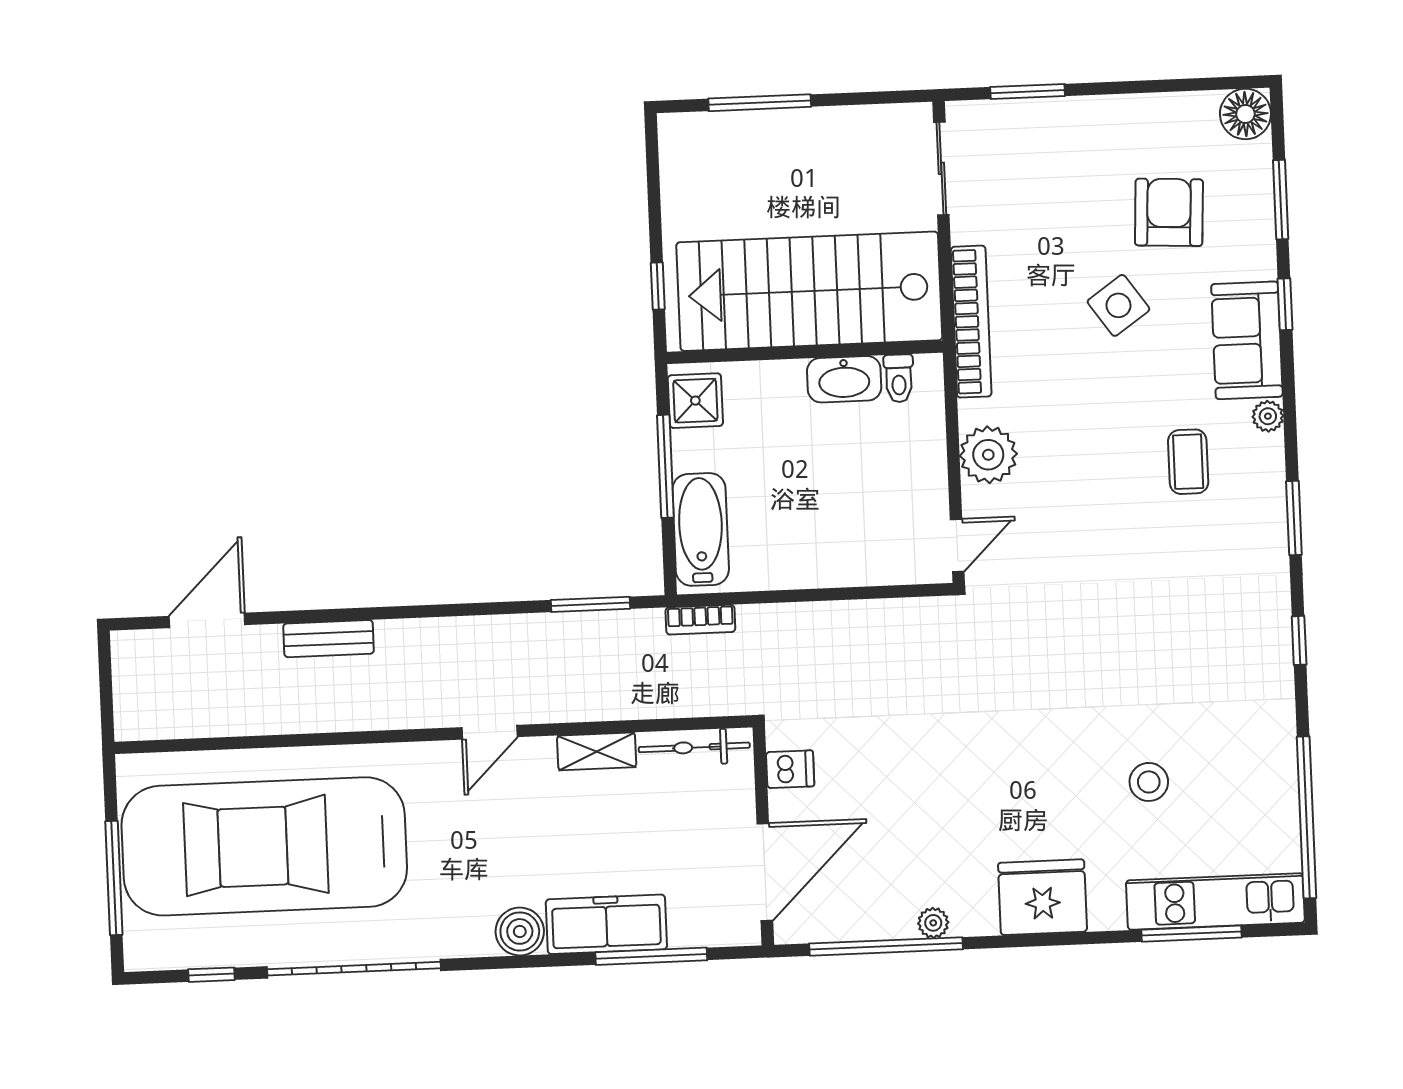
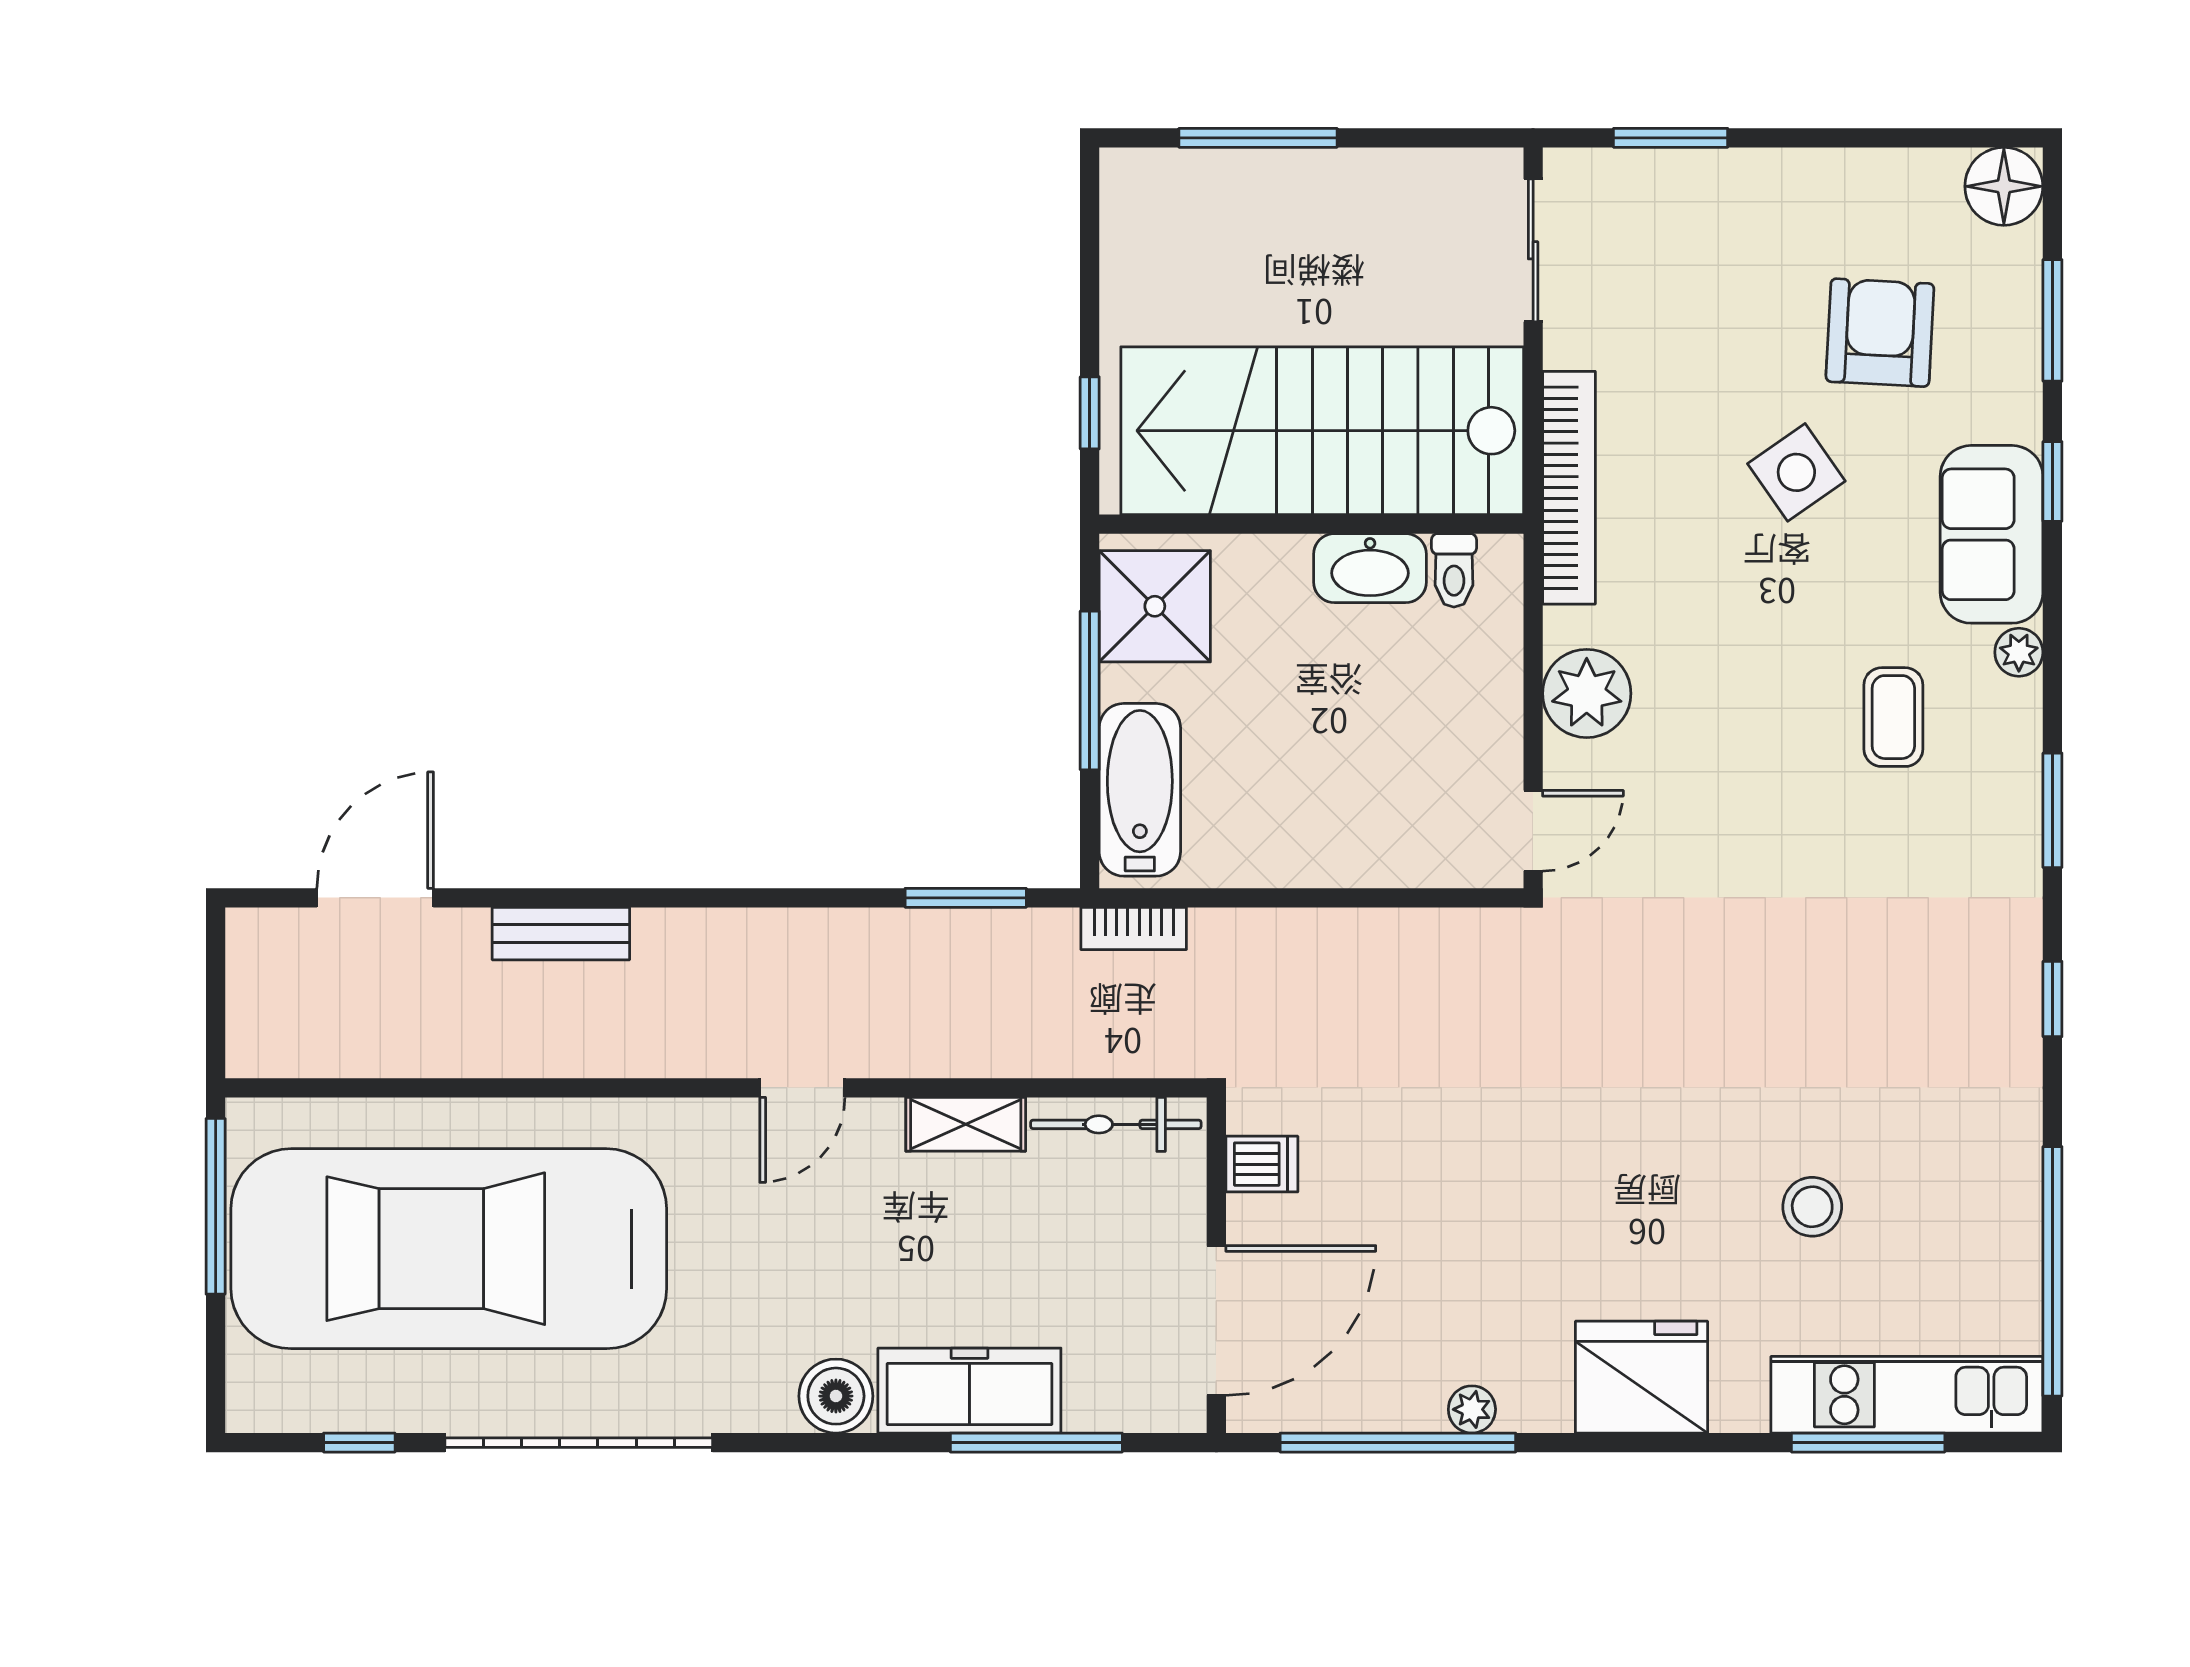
shower: (695, 401) -> (1155, 606), width x1.36, depth x1.36
window: (114, 878) -> (216, 1206), moved

